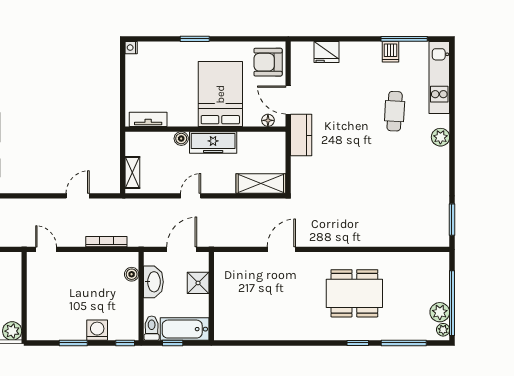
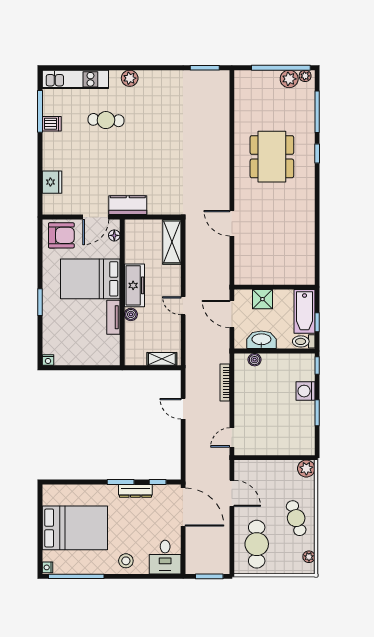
armchair: (268, 62) -> (61, 235), turned -90
tv unit: (148, 119) -> (113, 317), moved

